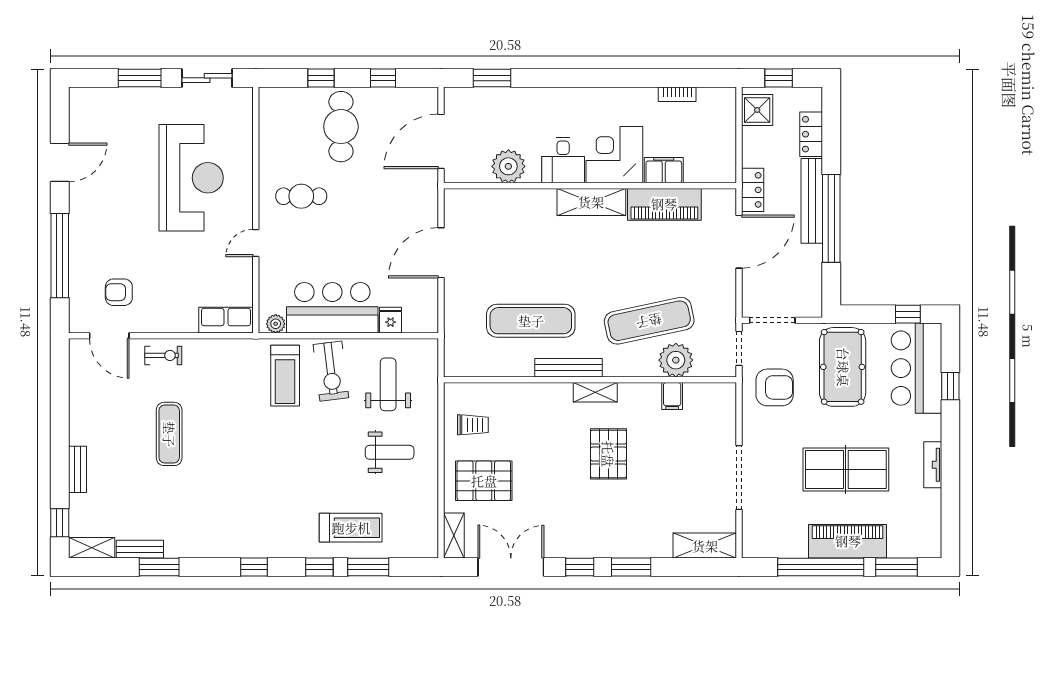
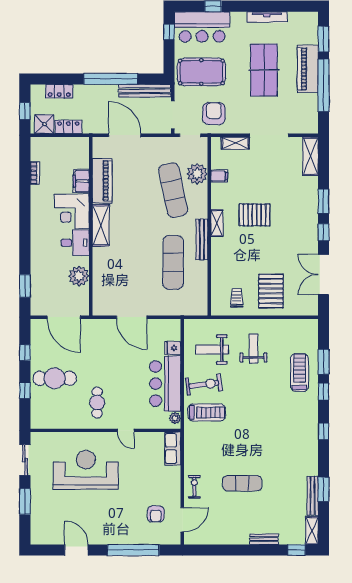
locker: (753, 190) -> (68, 127), moved
bench: (812, 201) -> (145, 91), moved
tv unit: (933, 465) -> (267, 17), width x1.41
shelving: (454, 535) -> (235, 143), moved
bench: (140, 549) -> (313, 496), width x1.36

